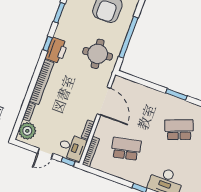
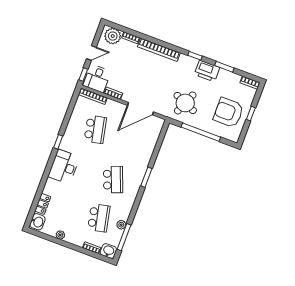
printer: (57, 50) -> (207, 71), moved
round table: (98, 54) -> (185, 103), turned 30
door: (45, 153) -> (91, 53), swing flipped

